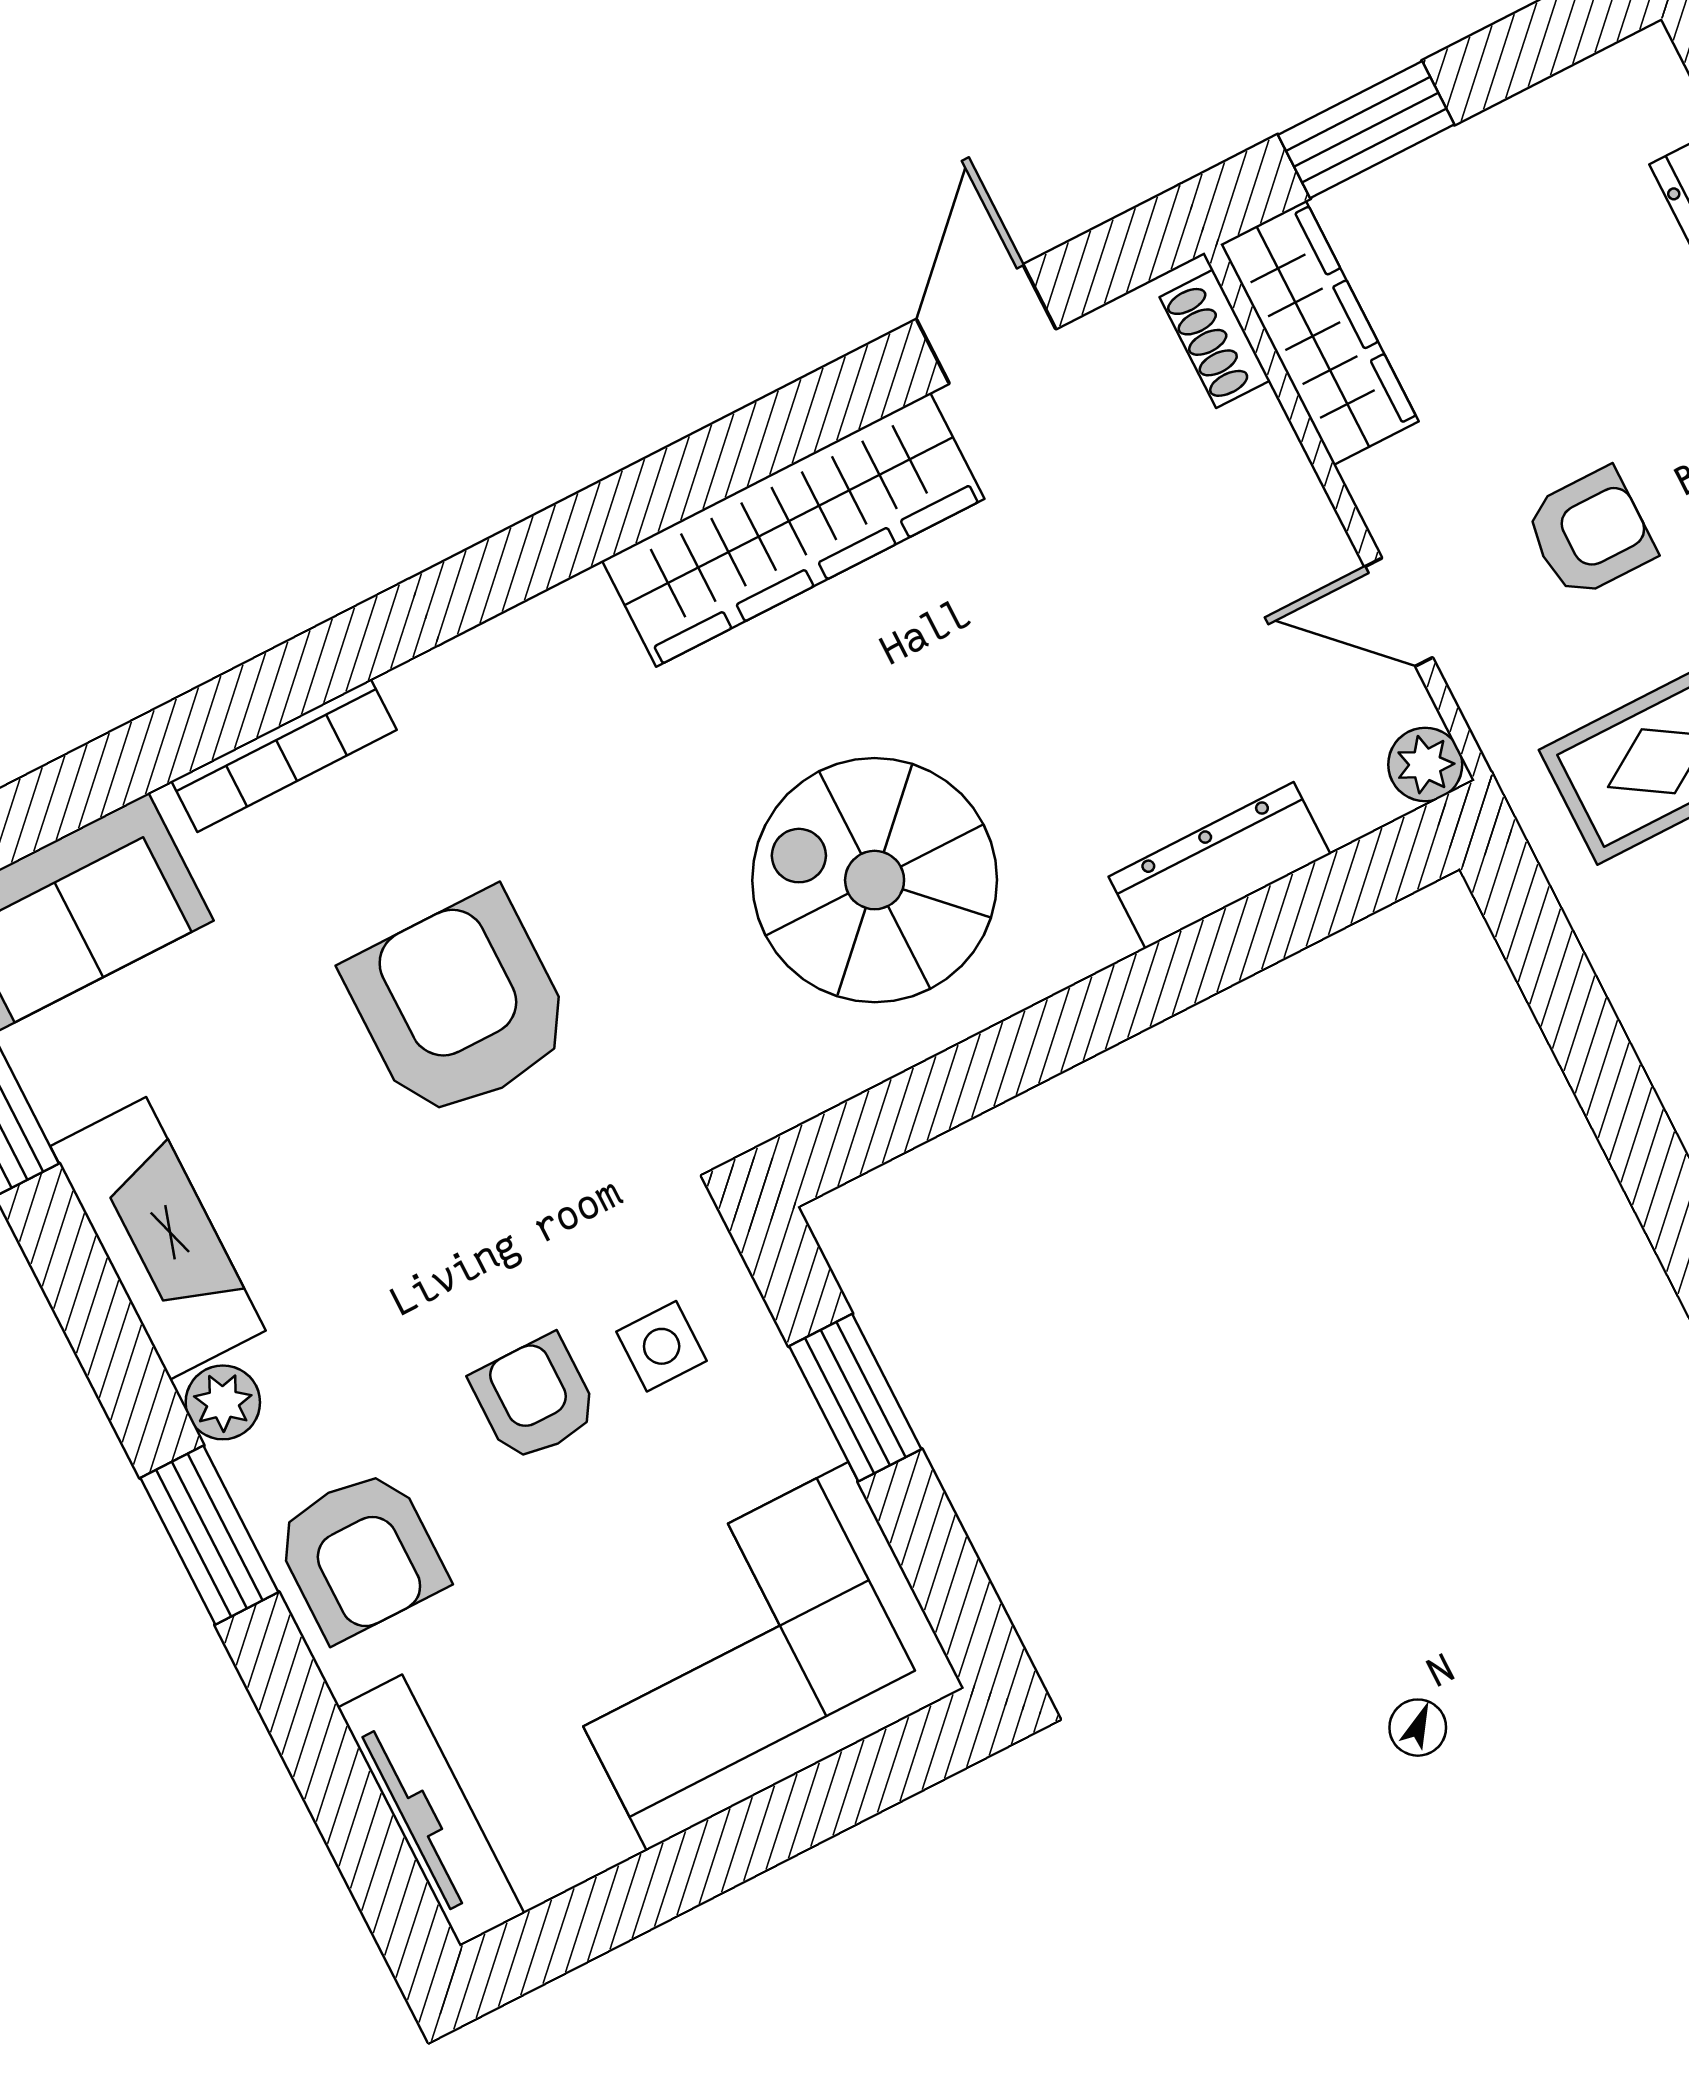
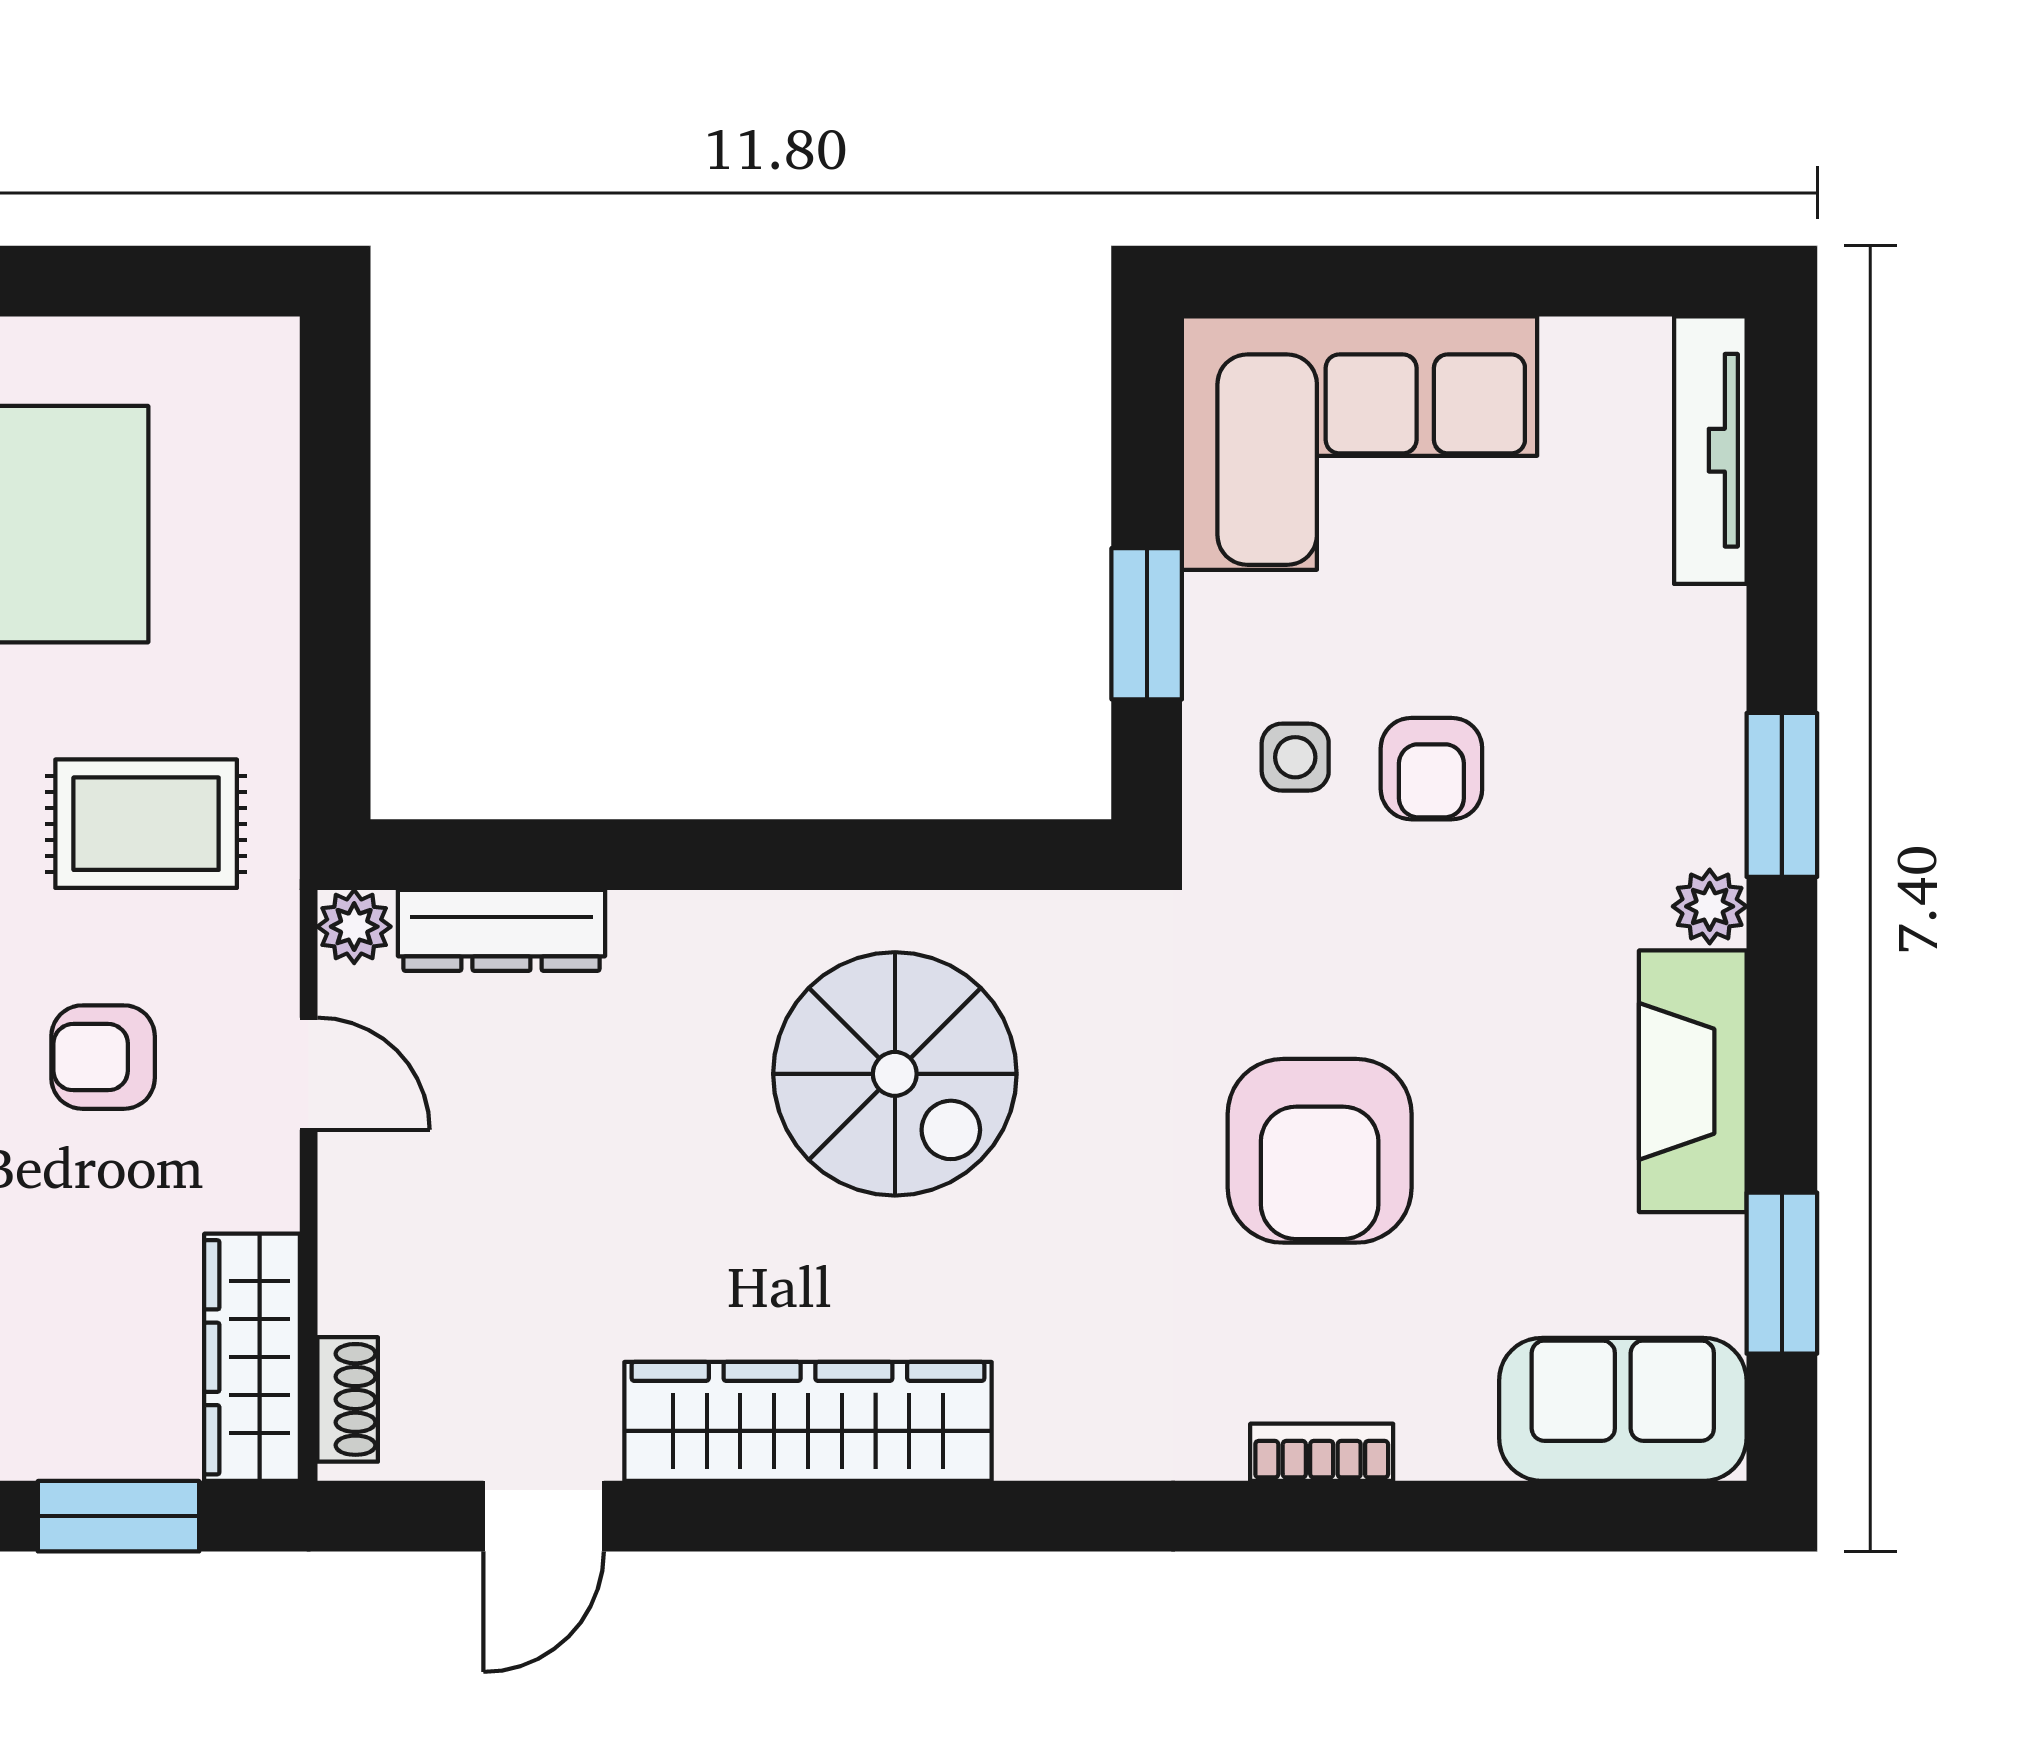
bookcase: (284, 755) -> (1322, 1452), width x0.64
dresser: (1220, 865) -> (501, 930), moved
armchair: (360, 1554) -> (1657, 709), removed

